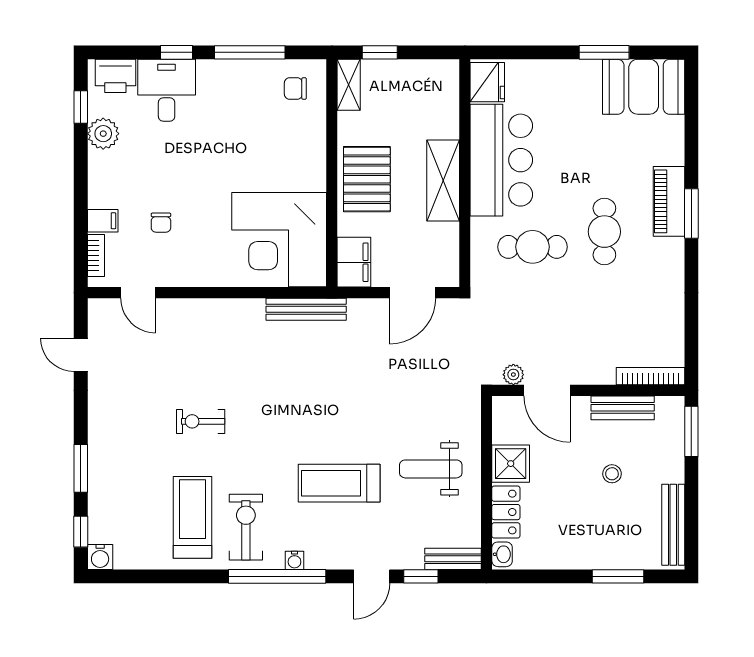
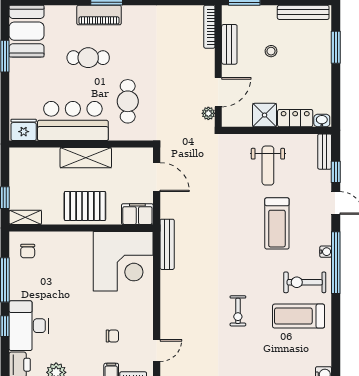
desk: (167, 90) -> (29, 326), width x1.37
cafe table: (604, 232) -> (88, 58), moved

